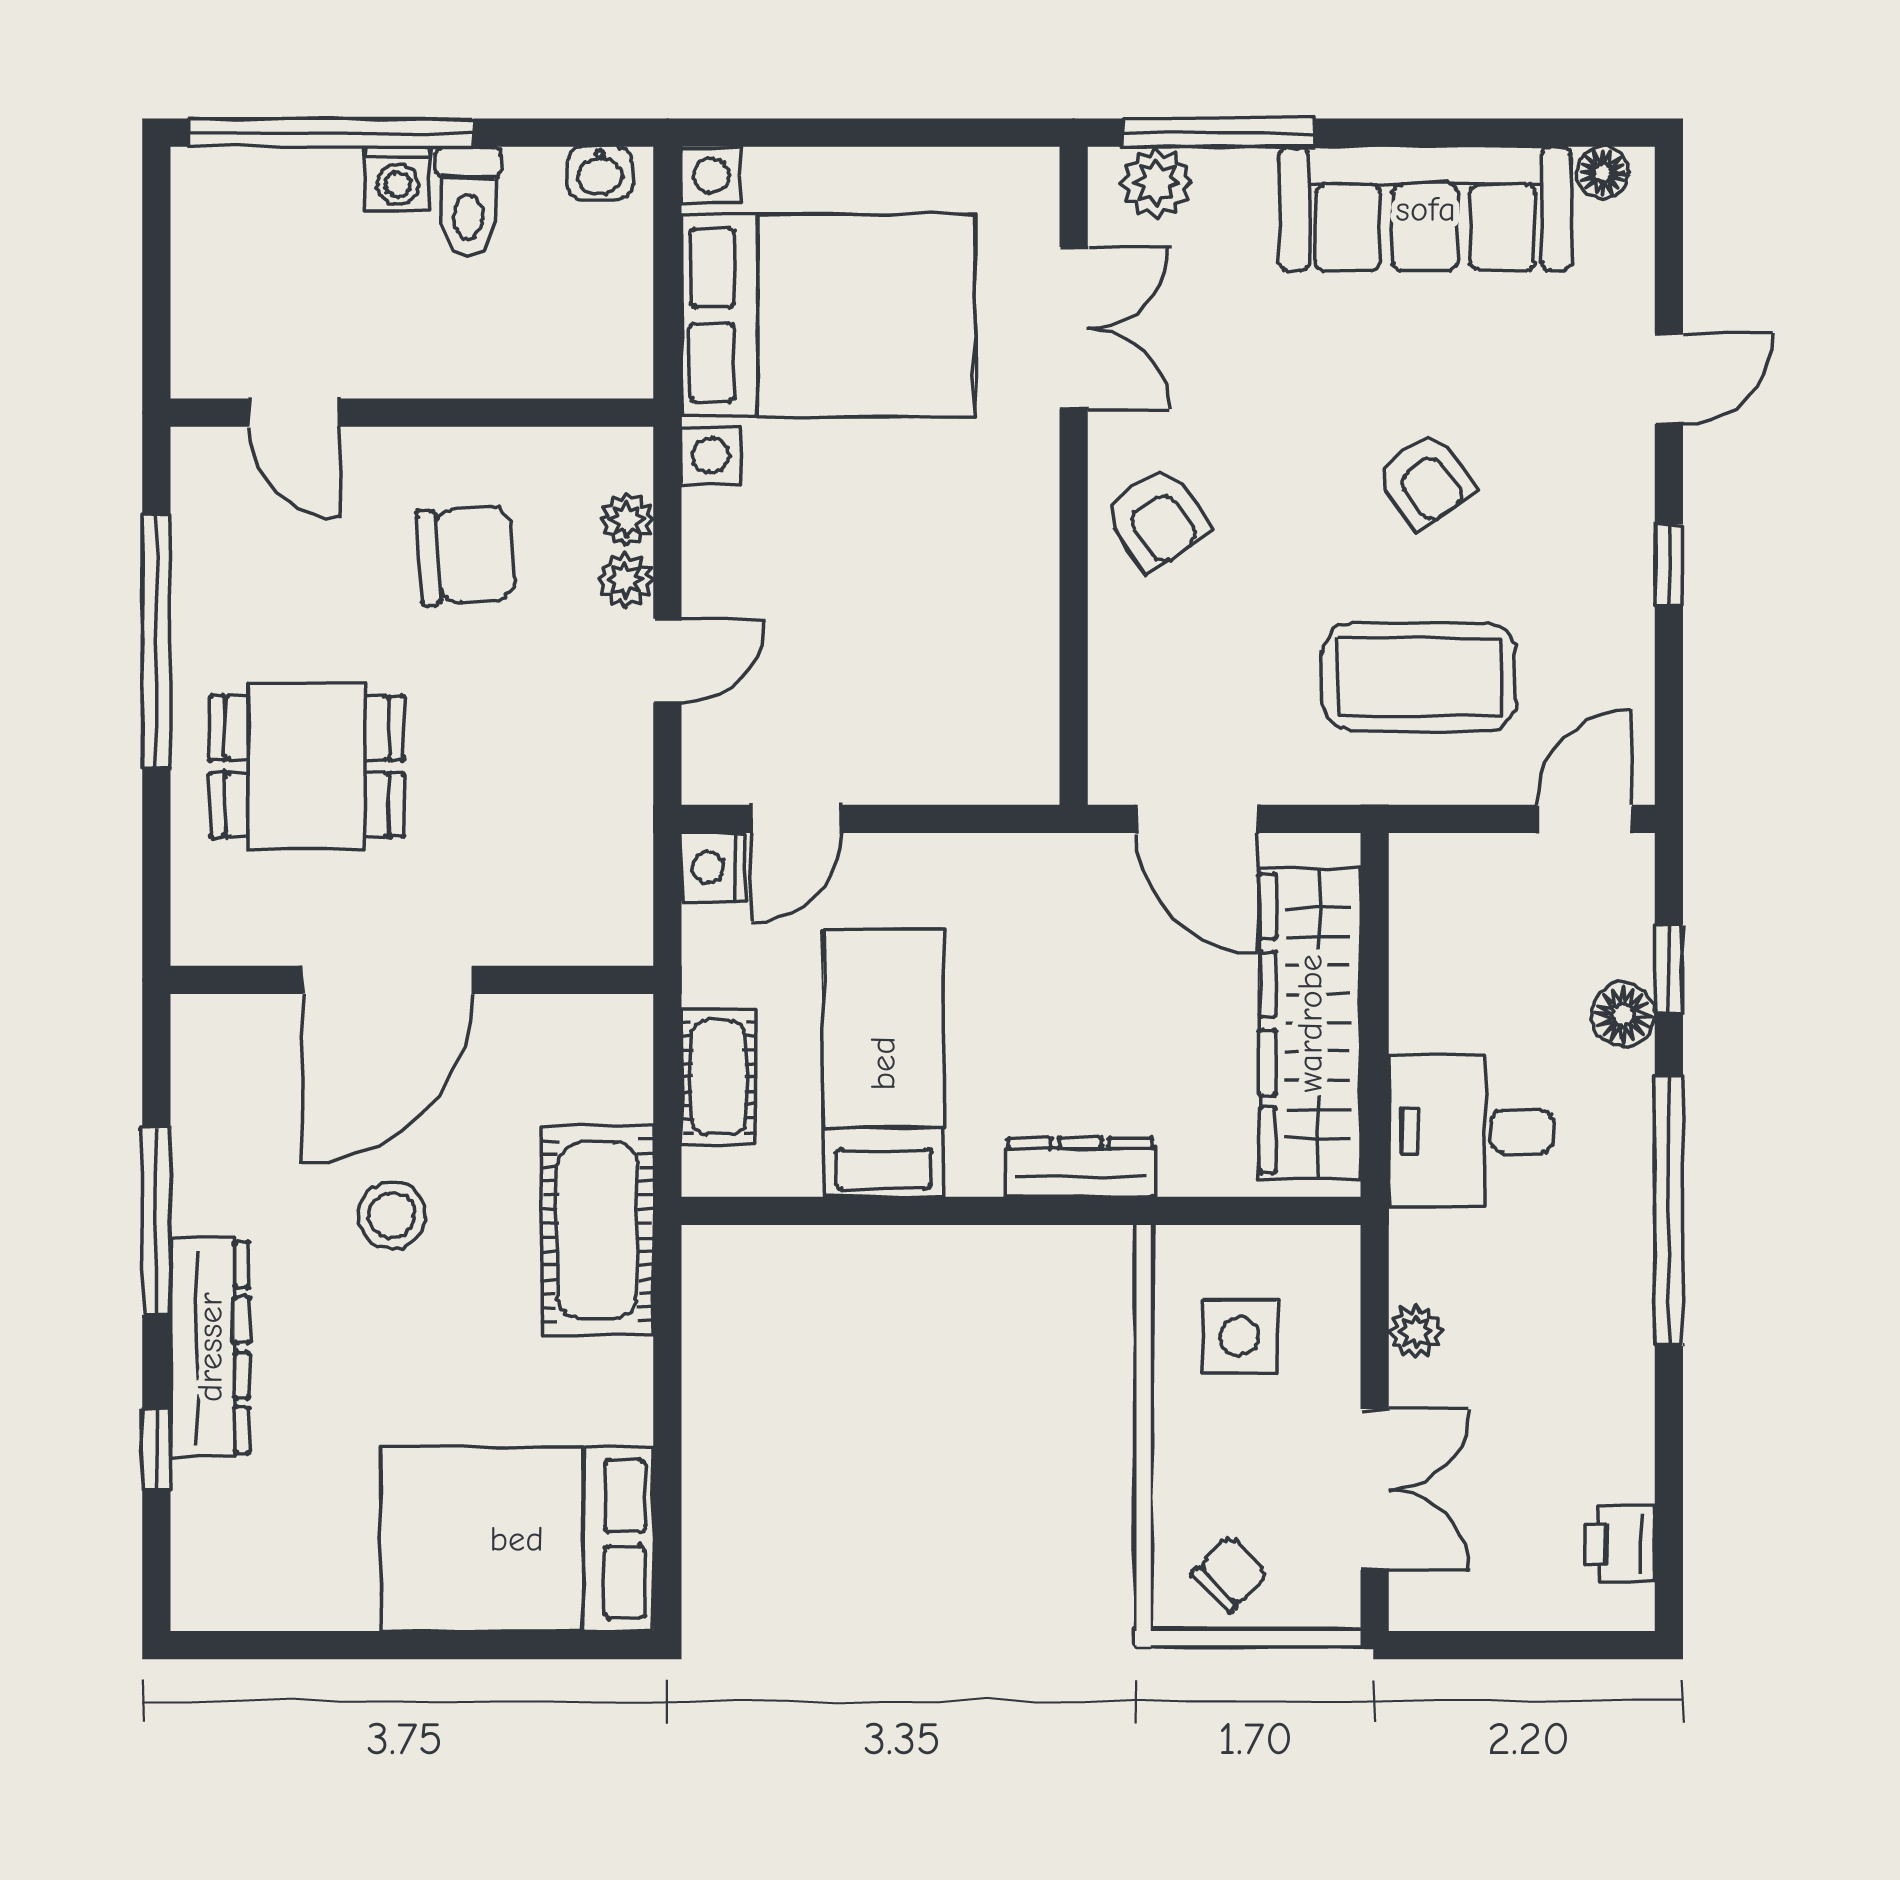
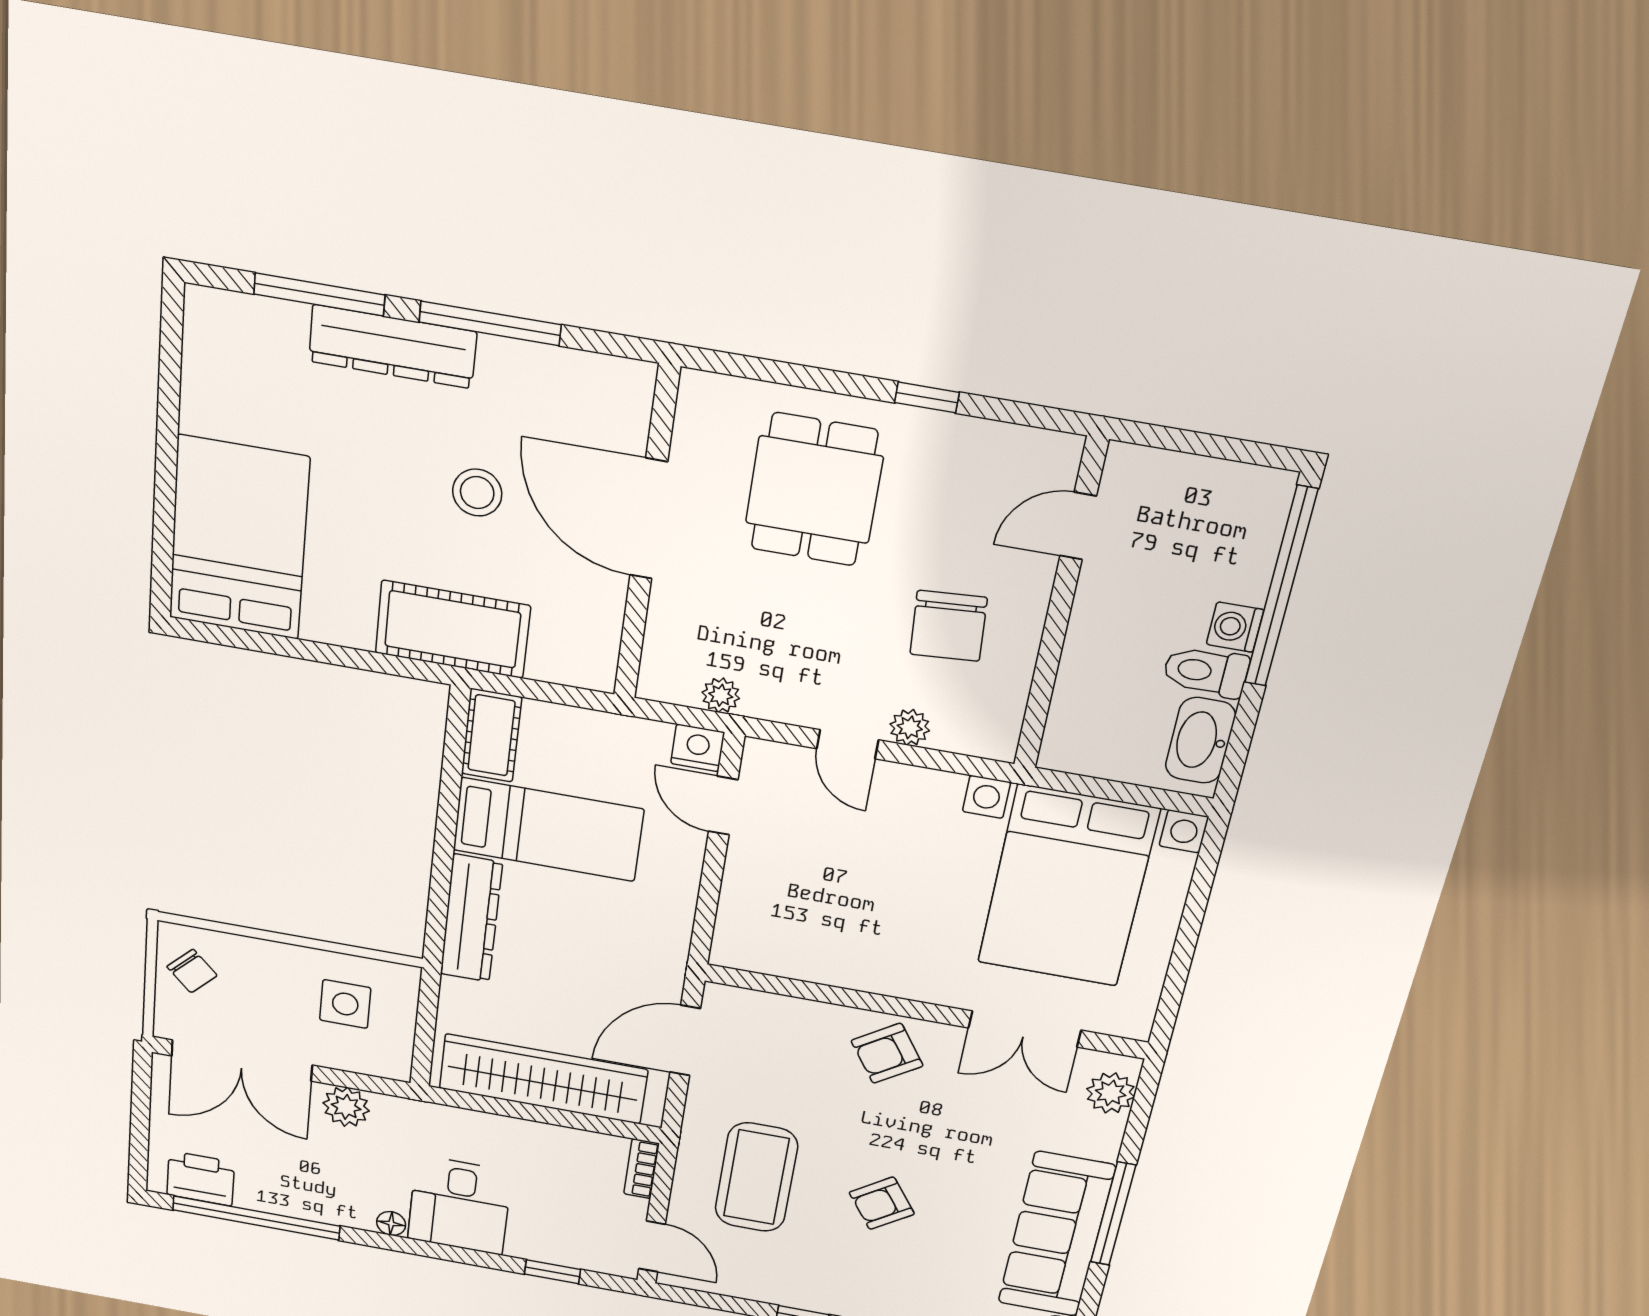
window: (1218, 133) -> (1113, 1214), moved
washbasin: (600, 173) -> (1200, 740), width x1.91, depth x1.45
plant: (627, 520) -> (721, 695), moved
window: (156, 641) -> (927, 397), width x0.32
bookcase: (1442, 854) -> (641, 1169), added
floor lamp: (1623, 1015) -> (391, 1223), moved, width x0.73, depth x0.73
cot: (718, 1077) -> (491, 735), moved, turned 90
desk: (1471, 1131) -> (460, 1205), moved, turned 180
dresser: (1080, 1167) -> (471, 918), width x1.37, depth x1.24
window: (1669, 1210) -> (256, 1218), moved
plant: (1416, 1332) -> (346, 1107), width x1.38, depth x1.38
window: (156, 1450) -> (319, 294), width x2.17
double door: (1375, 1489) -> (242, 1060), width x1.37
printer: (1620, 1544) -> (201, 1178), width x1.36, depth x1.24

